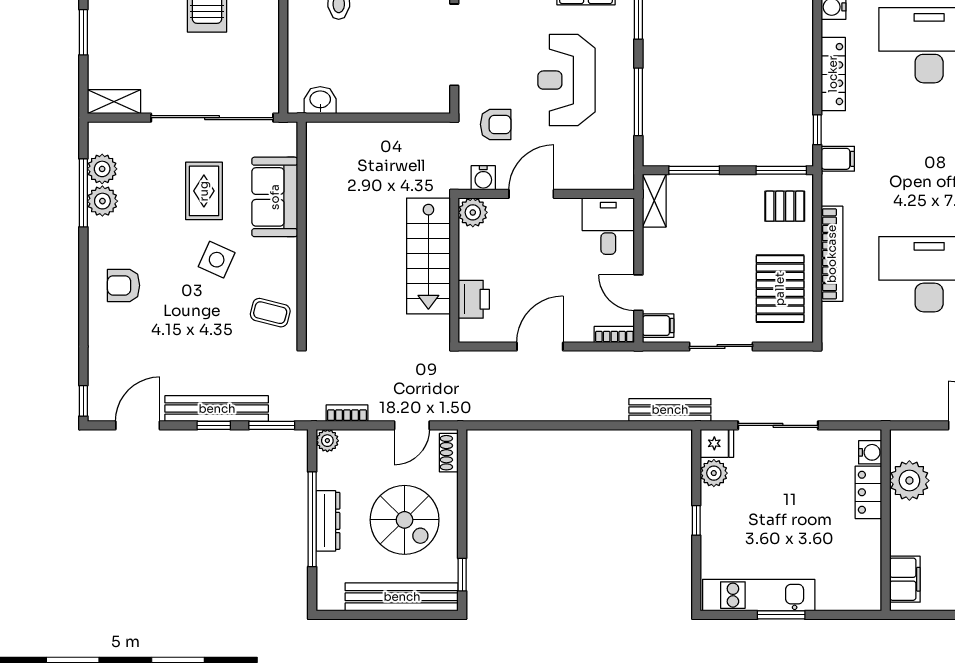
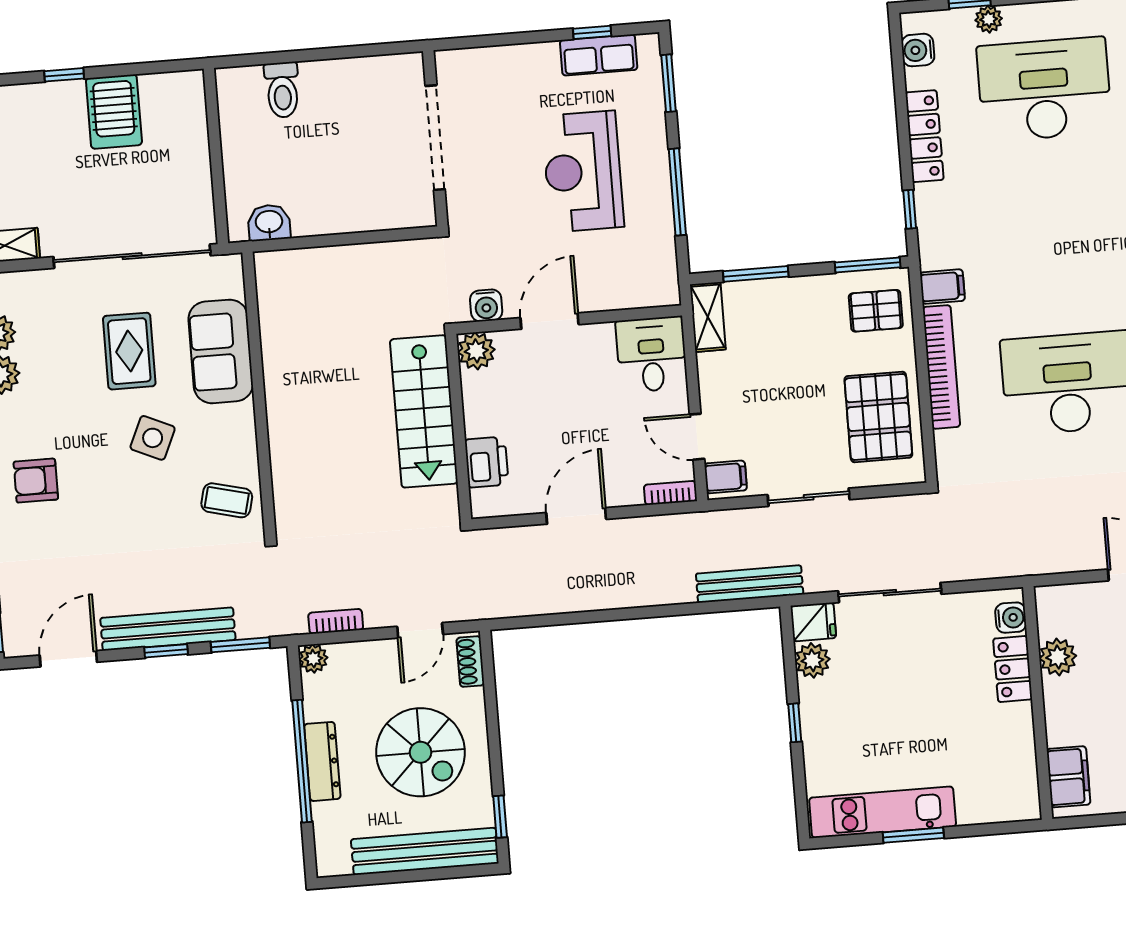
armchair: (496, 124) -> (497, 236), removed
filing cabinet: (838, 159) -> (942, 287), moved
plant: (909, 481) -> (1058, 657), width x0.73, depth x0.73

